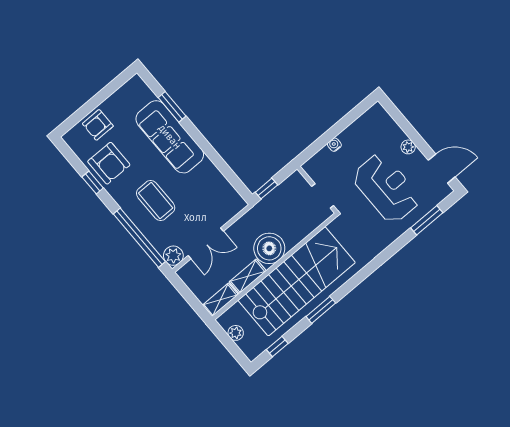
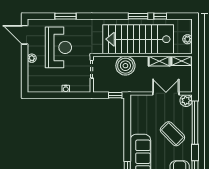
reception desk: (386, 188) -> (58, 47), turned 180
coffee table: (156, 200) -> (172, 134), turned -45
window: (427, 220) -> (65, 16), moved
boiler: (269, 248) -> (125, 66), moved
window: (277, 347) -> (160, 16), moved

